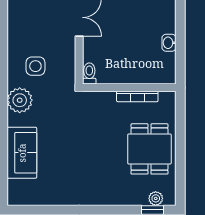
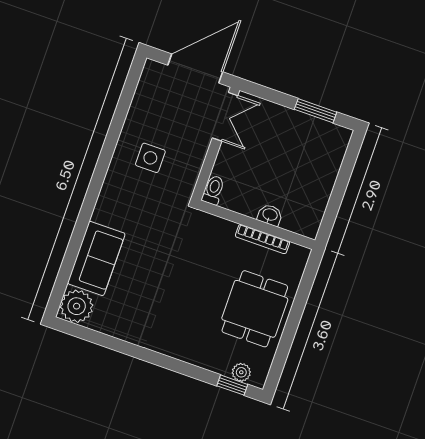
washbasin: (169, 43) -> (270, 215), moved, turned 90
plant: (20, 100) -> (77, 306), moved

